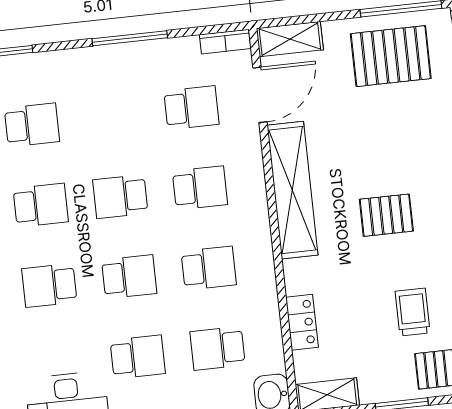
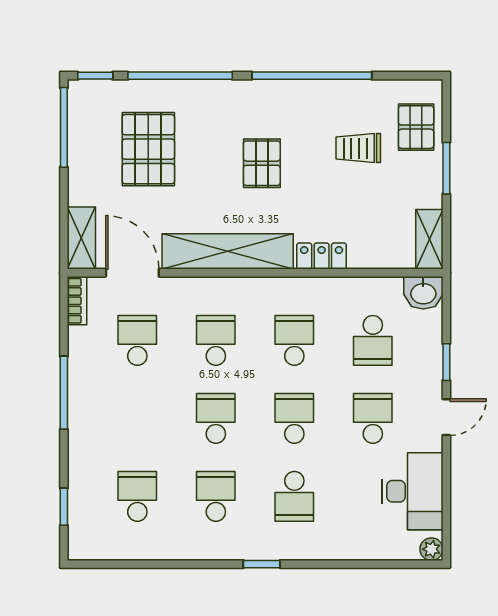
pallet: (391, 56) -> (148, 149), moved
school desk: (120, 197) -> (216, 418), turned 180
locker: (302, 322) -> (322, 256), moved

